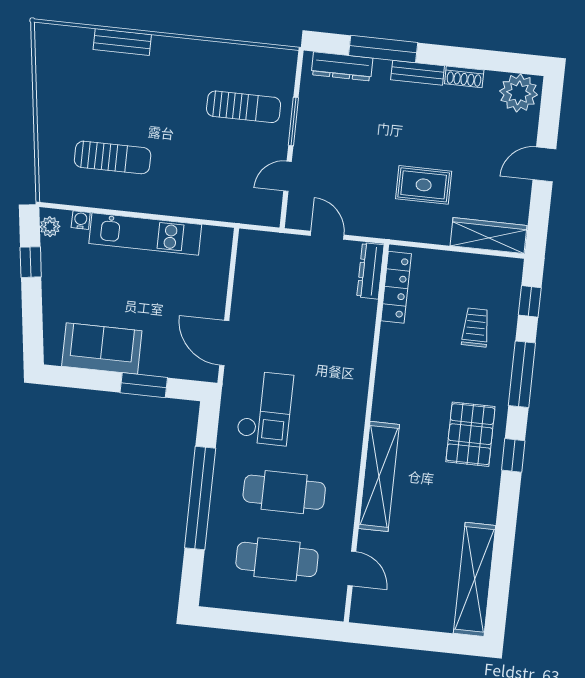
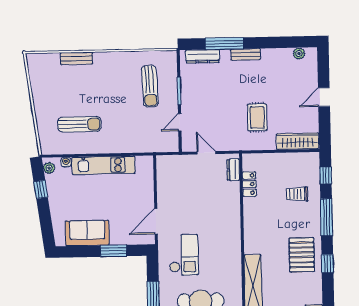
shoe rack: (464, 77) -> (272, 53), removed
plant: (519, 93) -> (299, 53), width x0.53, depth x0.53
sun lounger: (244, 107) -> (150, 86), turned 87
rug: (424, 185) -> (257, 117), turned 90
dresser: (370, 271) -> (233, 170), width x0.70
locker: (396, 287) -> (249, 184), width x0.66
trolley: (476, 327) -> (297, 194), turned -90
door: (224, 343) -> (156, 221), hinge flipped

